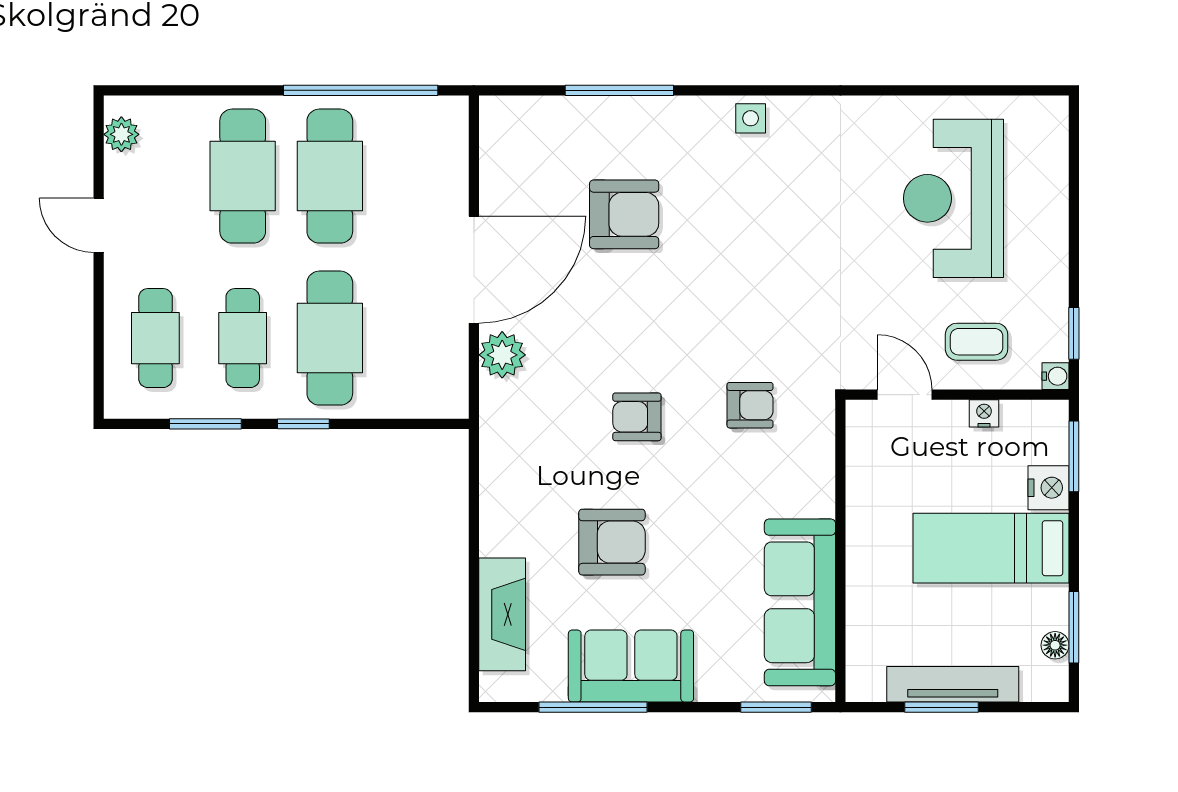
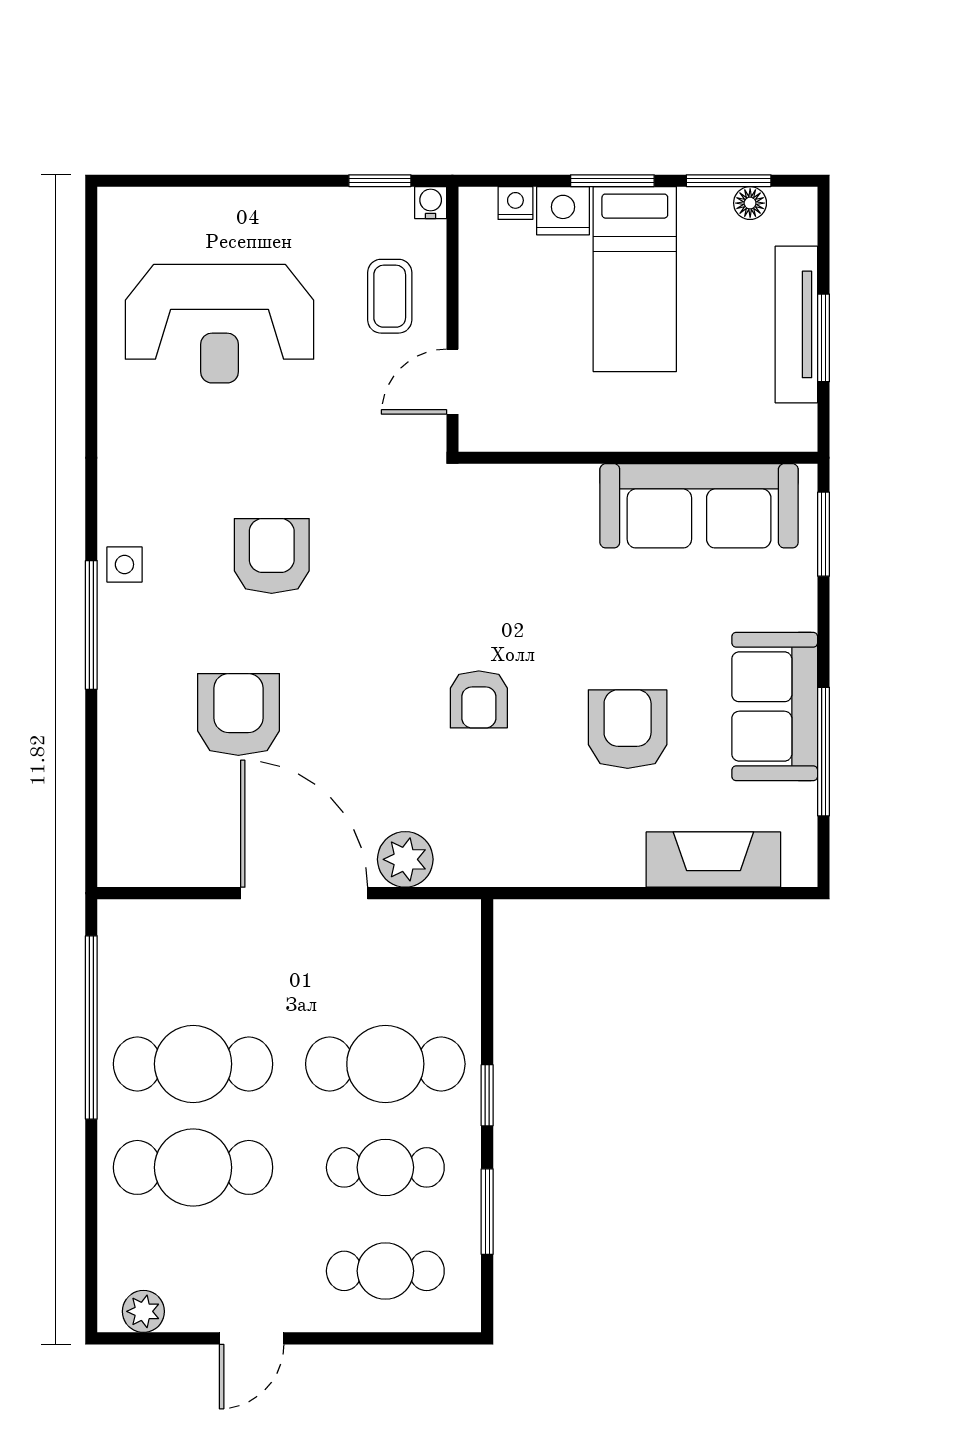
window: (619, 90) -> (91, 625), moved
armchair: (750, 405) -> (272, 556), moved, width x1.38, depth x1.38
nightstand: (984, 413) -> (515, 203), moved, turned 90
window: (1074, 456) -> (612, 181), moved

